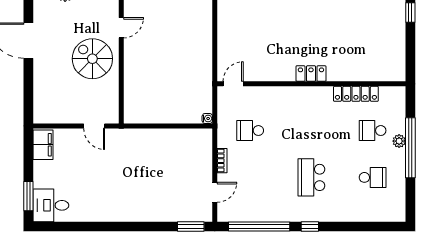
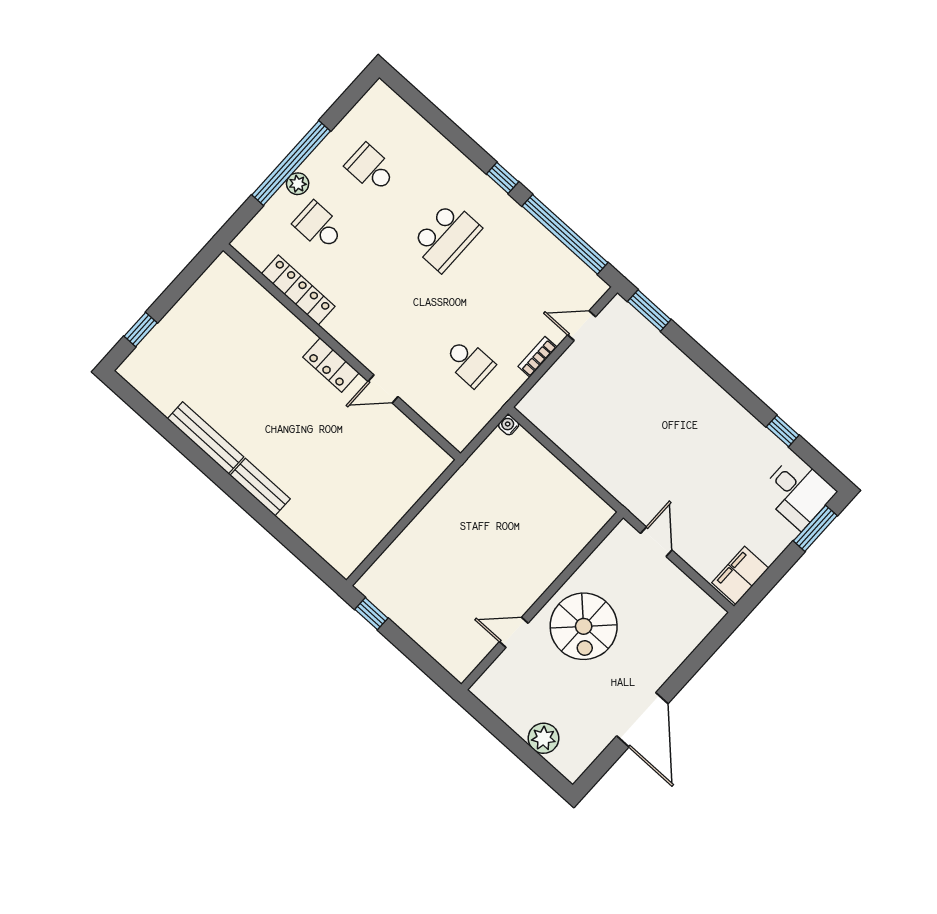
door: (233, 84) -> (383, 389), moved
school desk: (373, 131) -> (319, 226), turned 180
window: (82, 226) -> (783, 431), added

